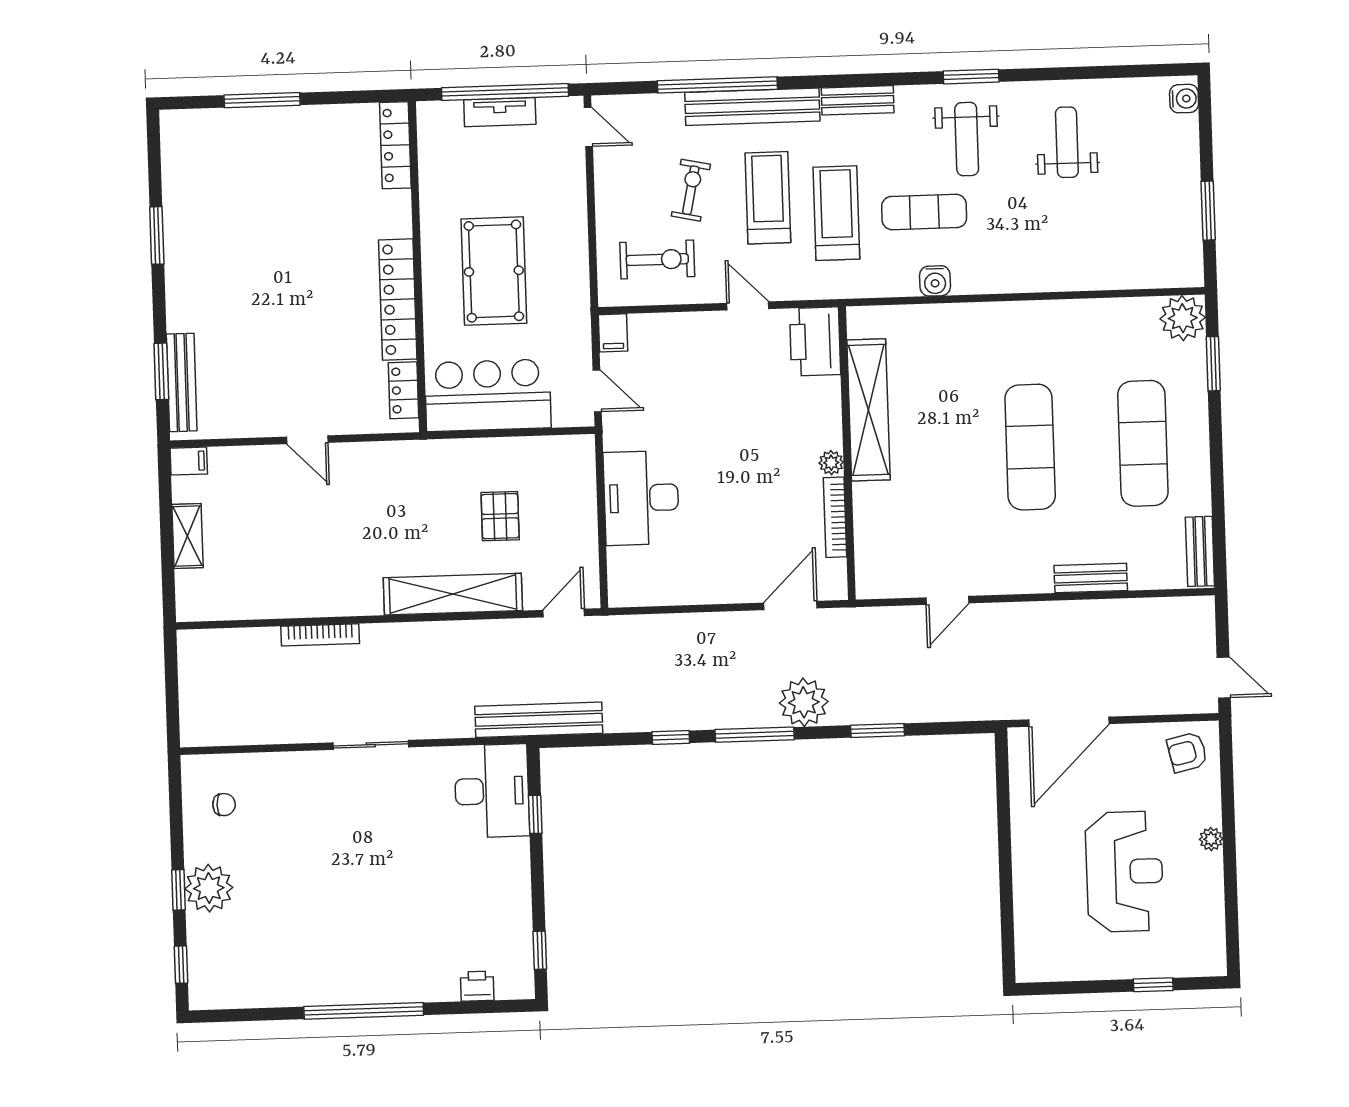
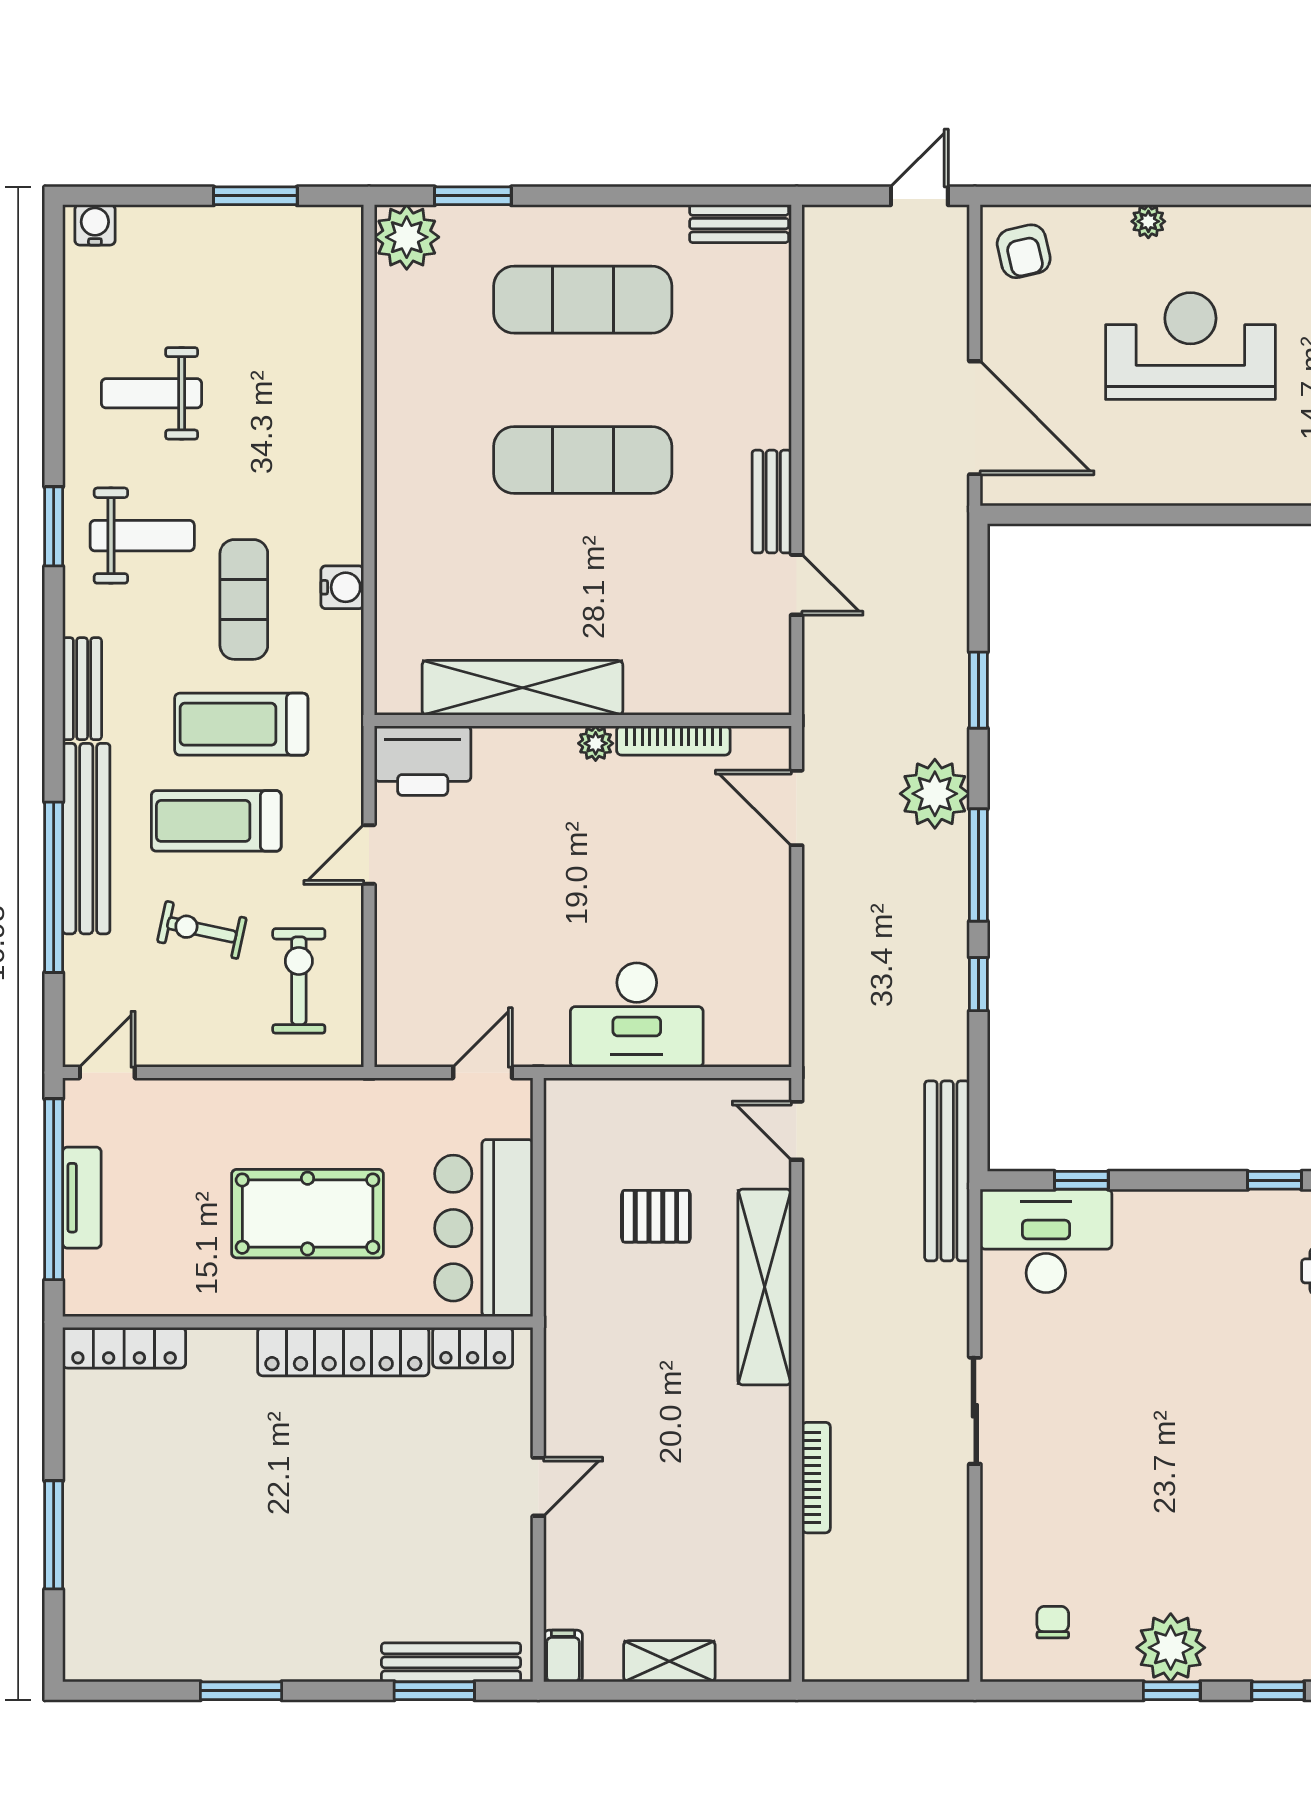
filing cabinet: (613, 333) -> (401, 1047), removed
bench: (1091, 578) -> (772, 502), moved

